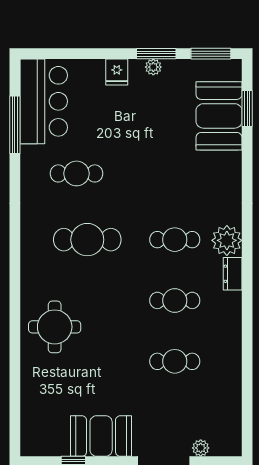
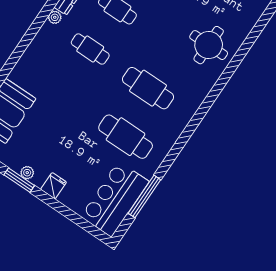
cafe table: (77, 173) -> (126, 137), width x1.37, depth x1.35
plant: (227, 240) -> (55, 17), width x0.53, depth x0.53

